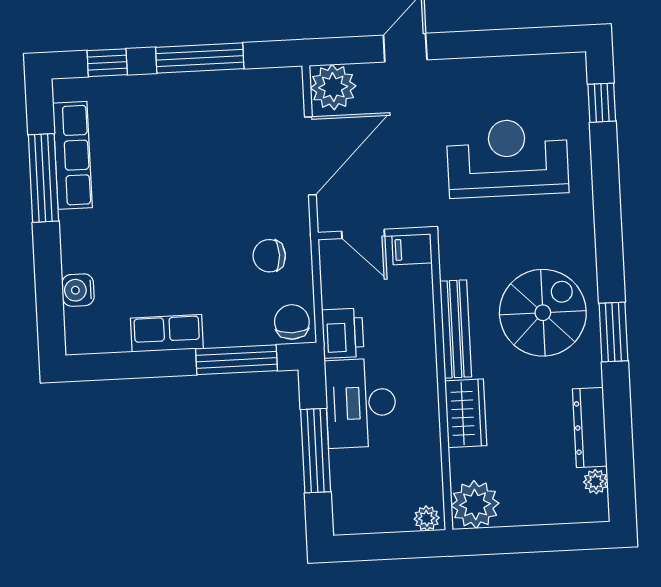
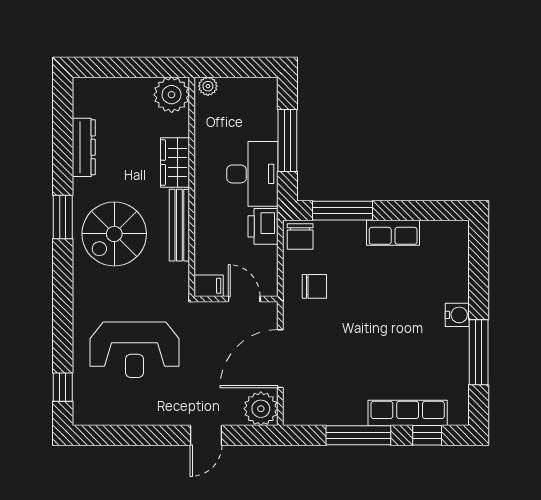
row of seats: (72, 155) -> (408, 413), moved, turned 90
water cooler: (78, 290) -> (457, 315), moved
plant: (596, 482) -> (81, 107), removed

